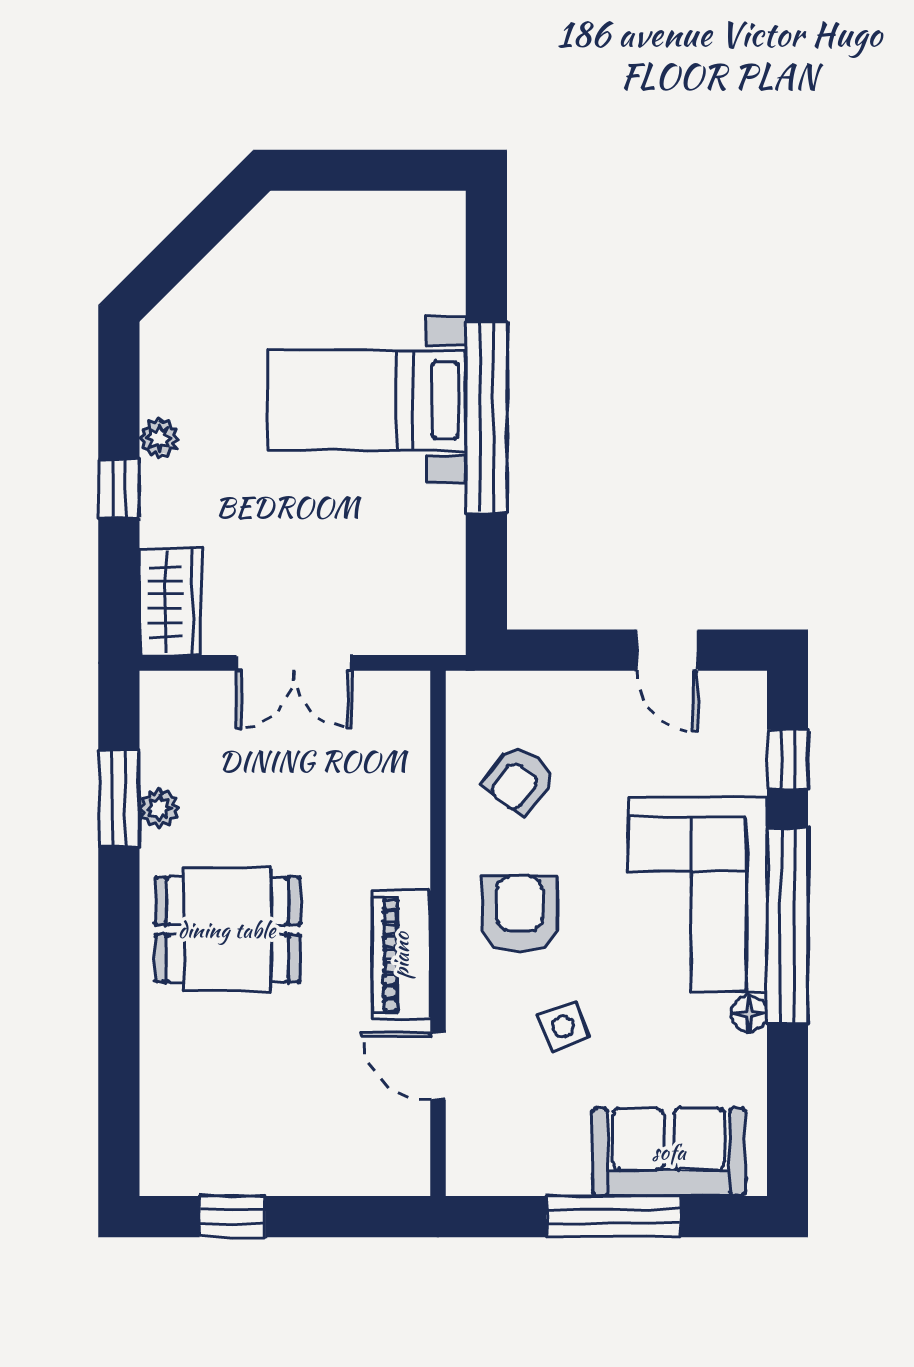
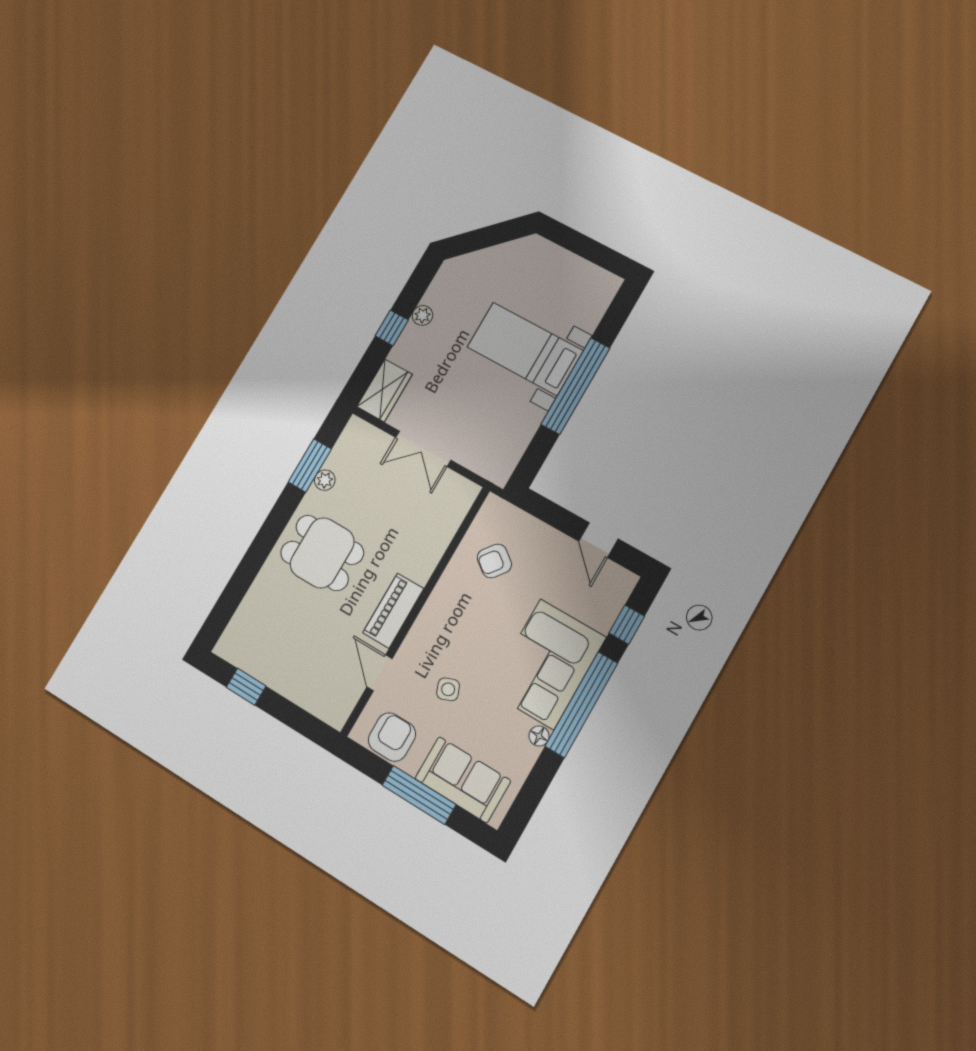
armchair: (519, 914) -> (392, 737), moved

